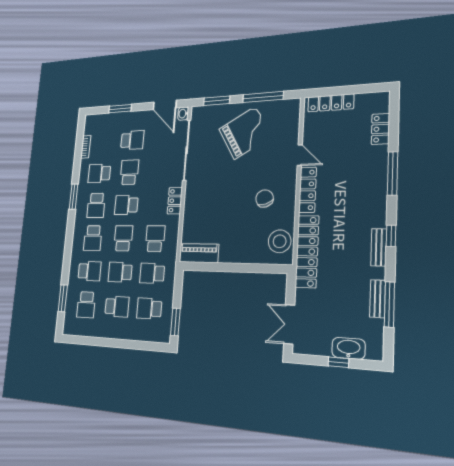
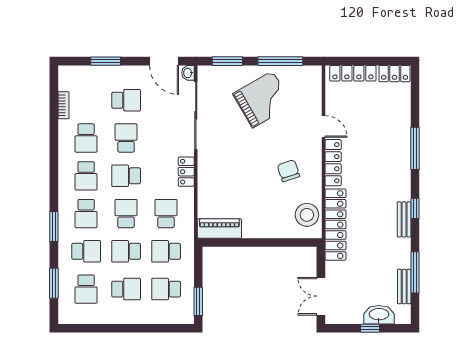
locker: (380, 129) -> (395, 74), moved, turned -90
school desk: (99, 173) -> (86, 138), turned -90
window: (74, 197) -> (54, 227), moved
bench: (378, 299) -> (404, 287), moved

